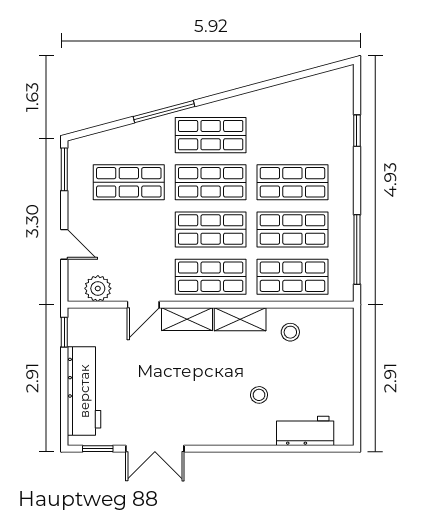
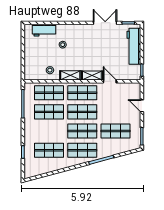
shop shelf: (292, 182) -> (49, 150), moved
plant: (98, 288) -> (128, 88), removed
door: (143, 305) -> (110, 81), hinge flipped

